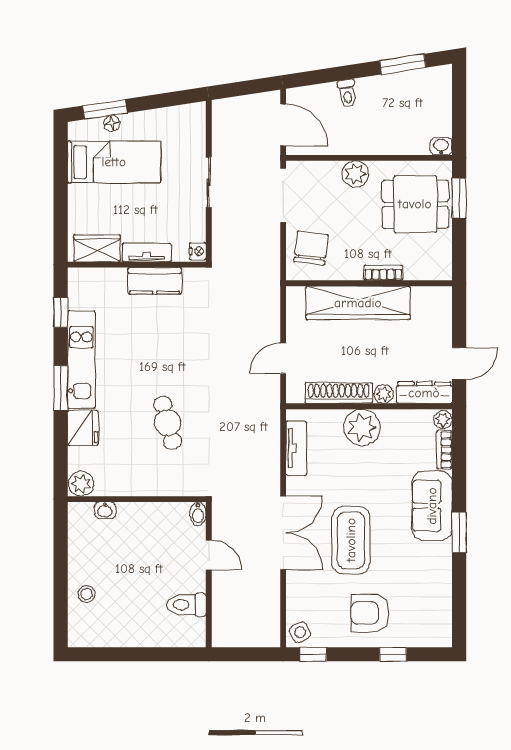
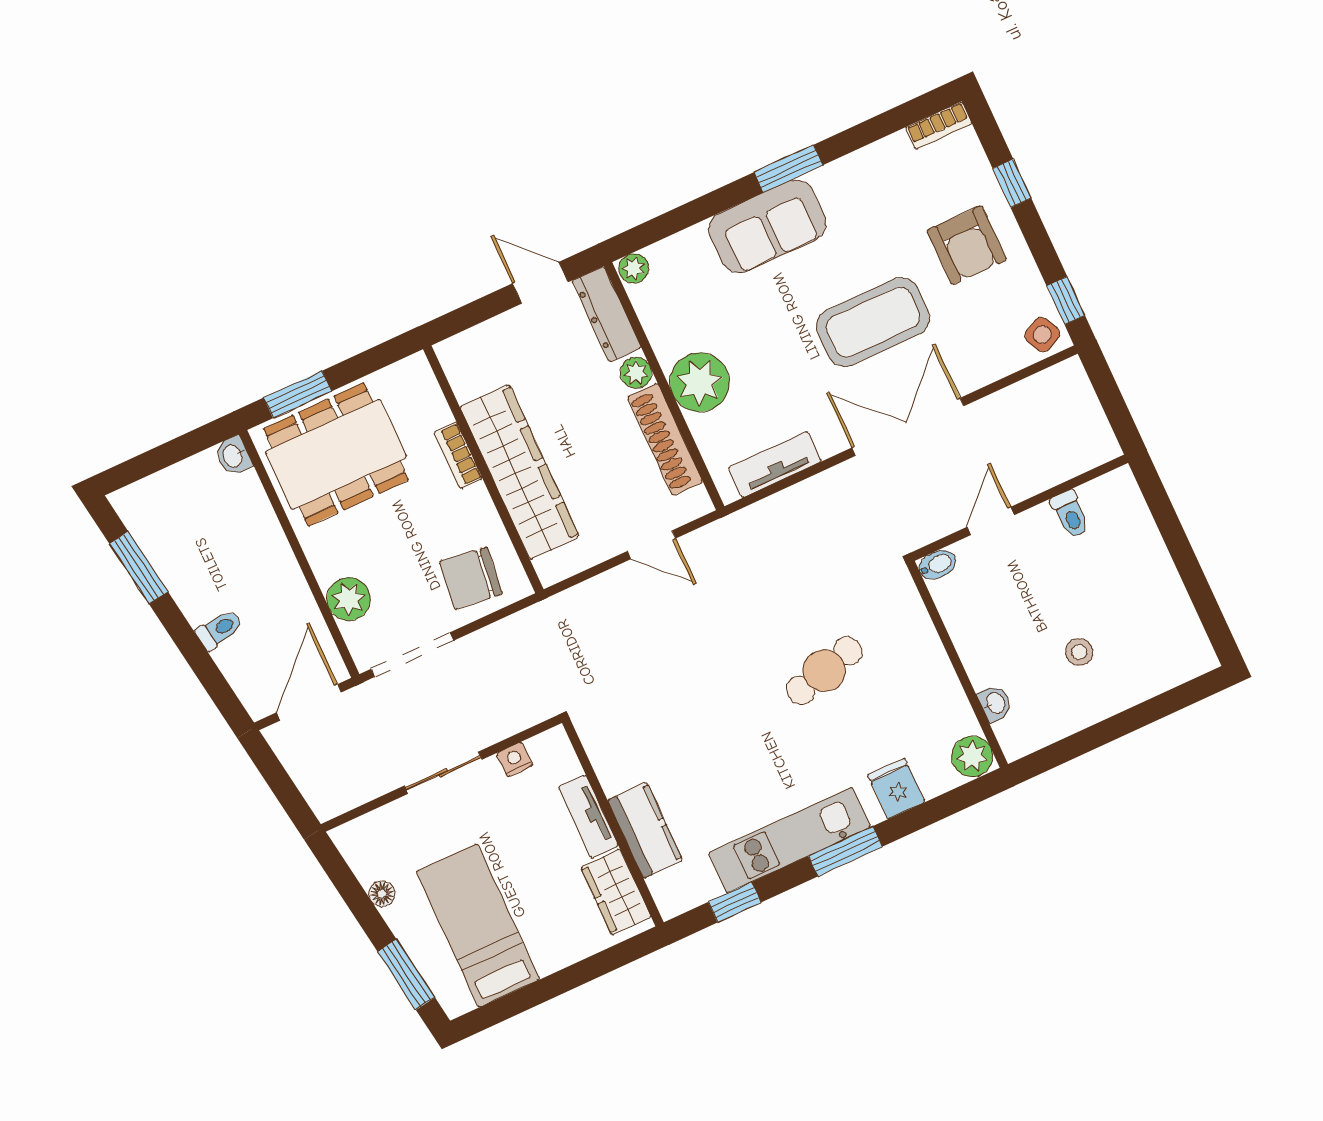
floor lamp: (112, 123) -> (382, 894), moved
plant: (355, 174) -> (349, 599), moved
dining table: (415, 204) -> (336, 454), width x1.38
nightstand: (198, 251) -> (515, 759), moved
kitchen counter: (155, 281) -> (645, 830), moved
fridge: (83, 428) -> (896, 788), width x0.72
bookcase: (444, 450) -> (939, 126), moved
stool: (87, 594) -> (1079, 652), moved
toilet: (186, 605) -> (1070, 514), width x0.73, depth x0.72

